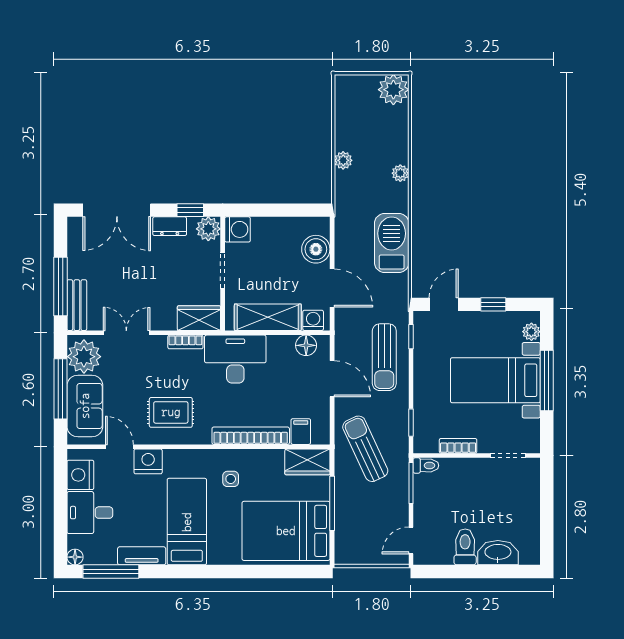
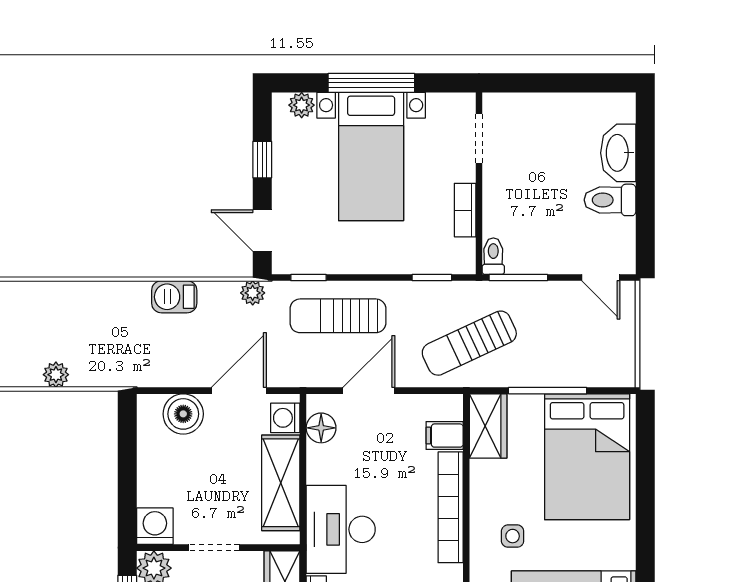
plant: (400, 173) -> (253, 293), moved
barbecue: (392, 243) -> (174, 297), width x0.53, depth x0.65
sun lounger: (384, 357) -> (338, 316), turned 180

